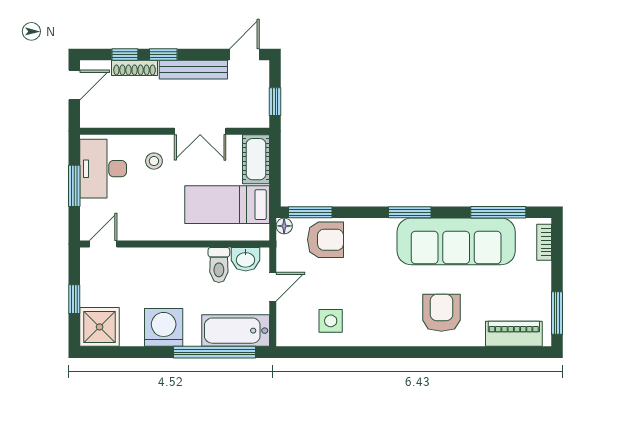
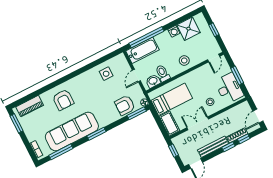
stool: (164, 268) -> (184, 61), added
shower: (100, 327) -> (188, 29), moved
washing machine: (164, 327) -> (174, 31), width x0.53, depth x0.53

